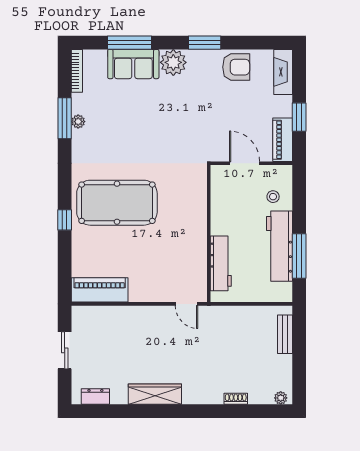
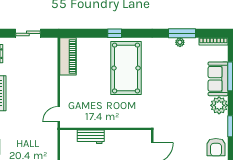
workbench: (221, 263) -> (91, 137), width x0.73

